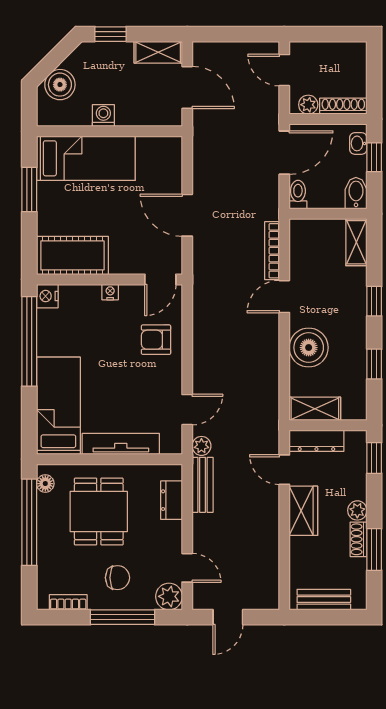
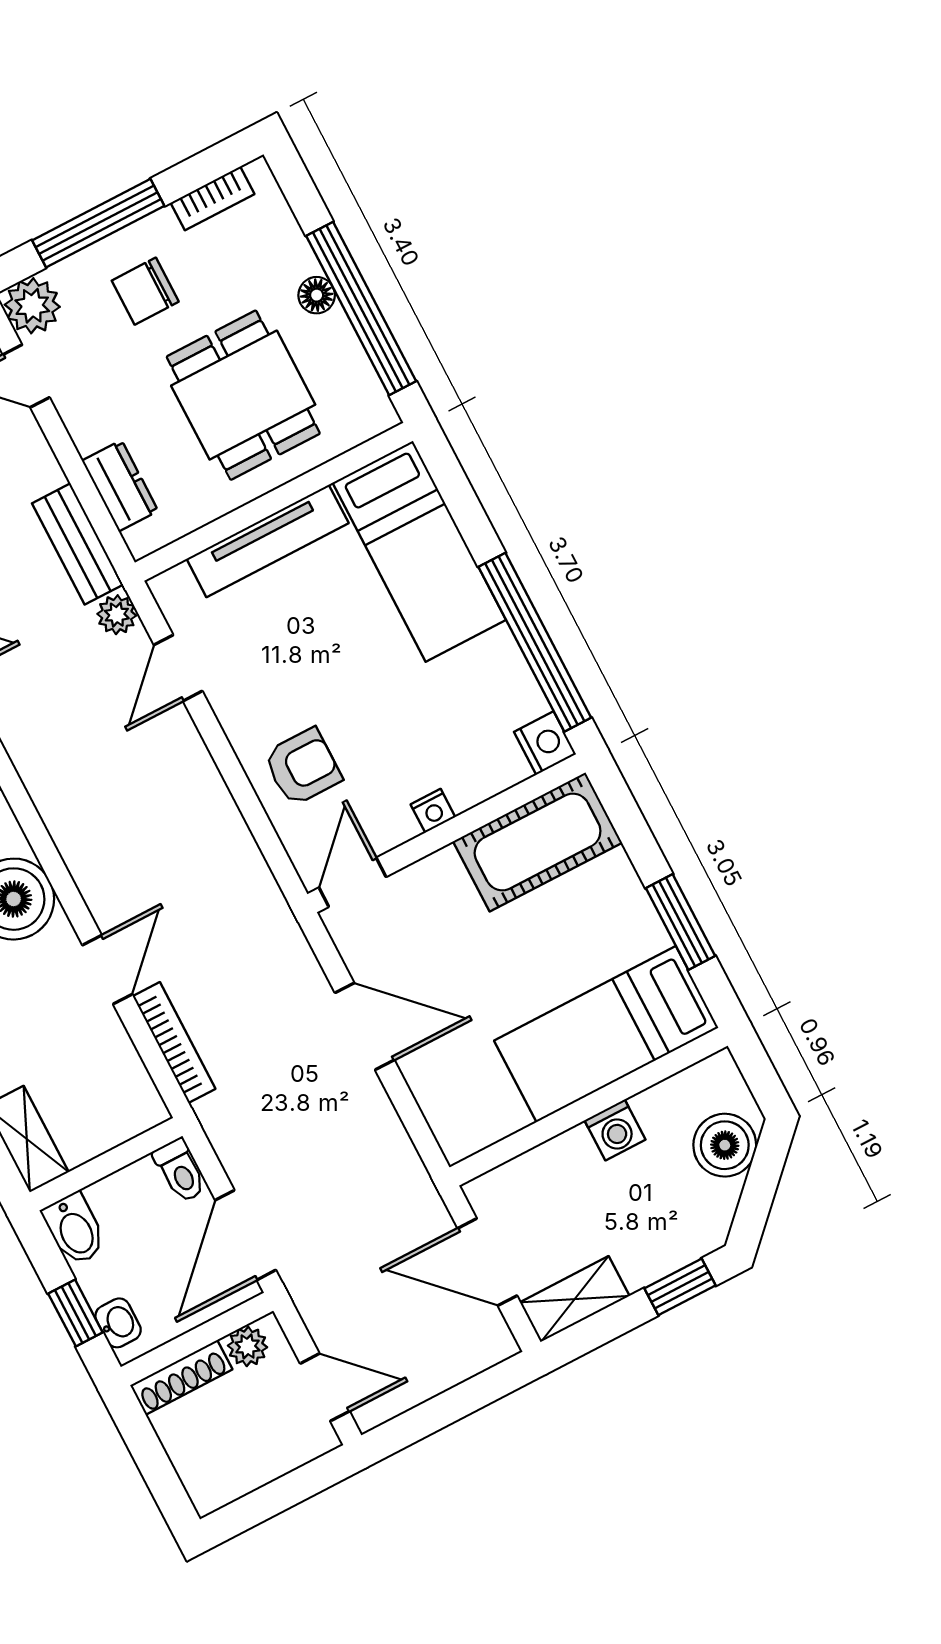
floor lamp: (45, 484) -> (317, 295), moved

